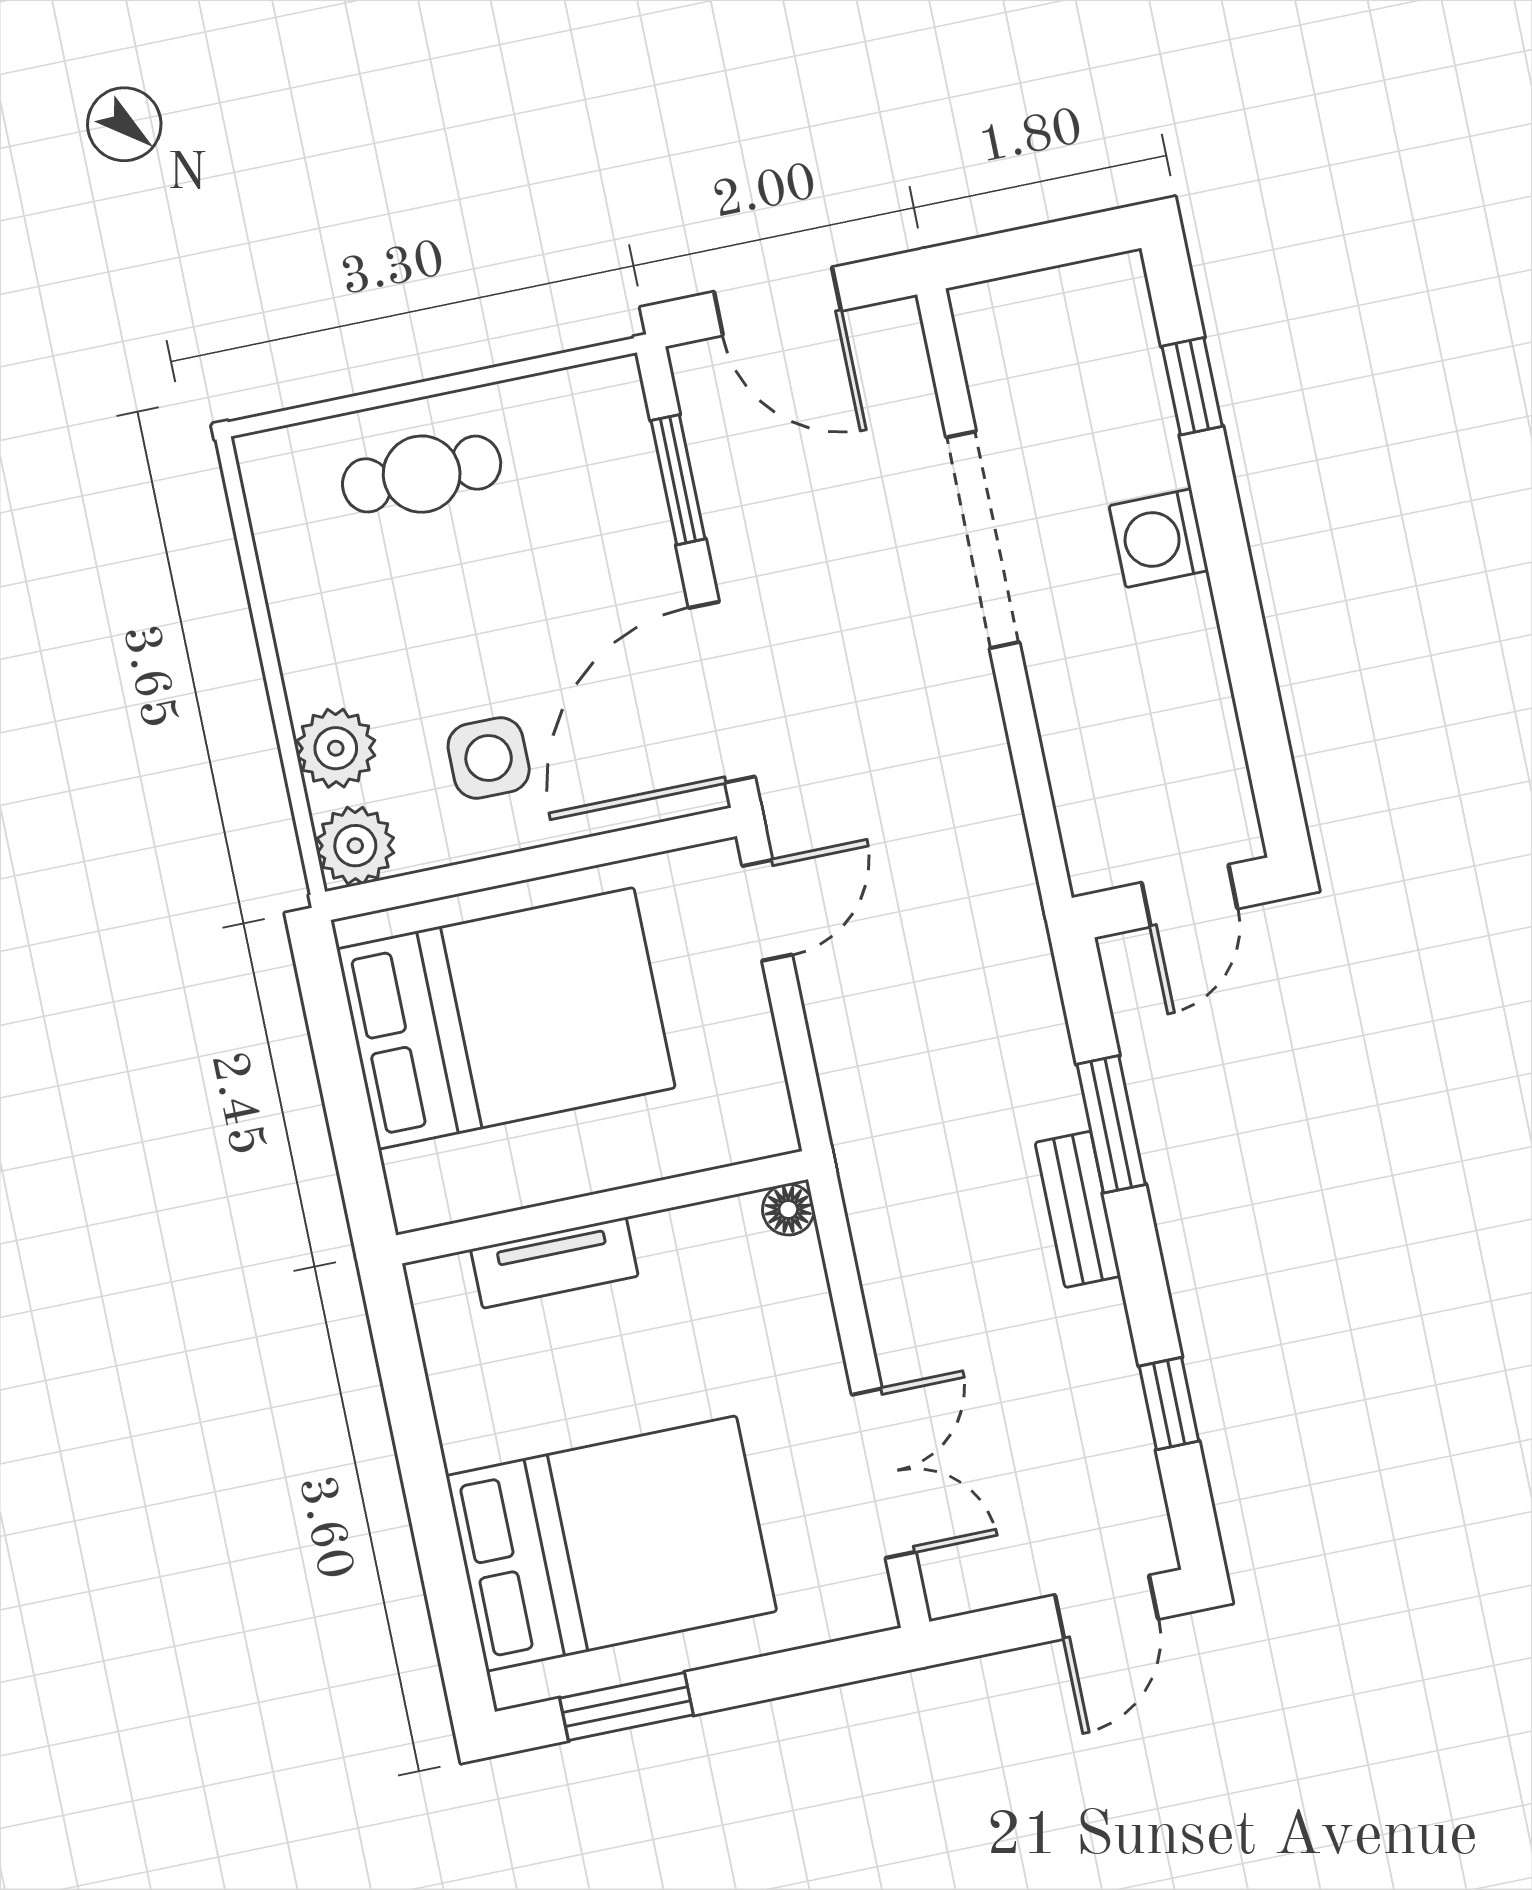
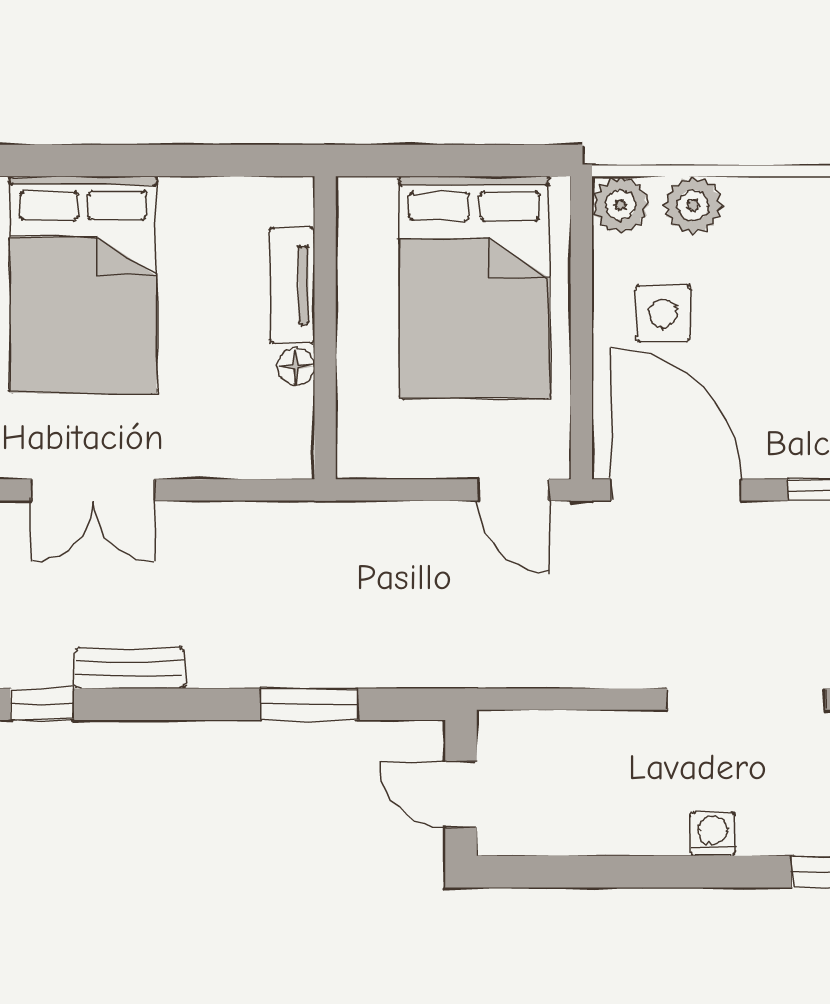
washing machine: (1159, 538) -> (713, 834), width x0.73, depth x0.73
bench: (1078, 1209) -> (129, 668), moved
floor lamp: (788, 1210) -> (296, 366), moved
window: (1169, 1404) -> (41, 704), moved

